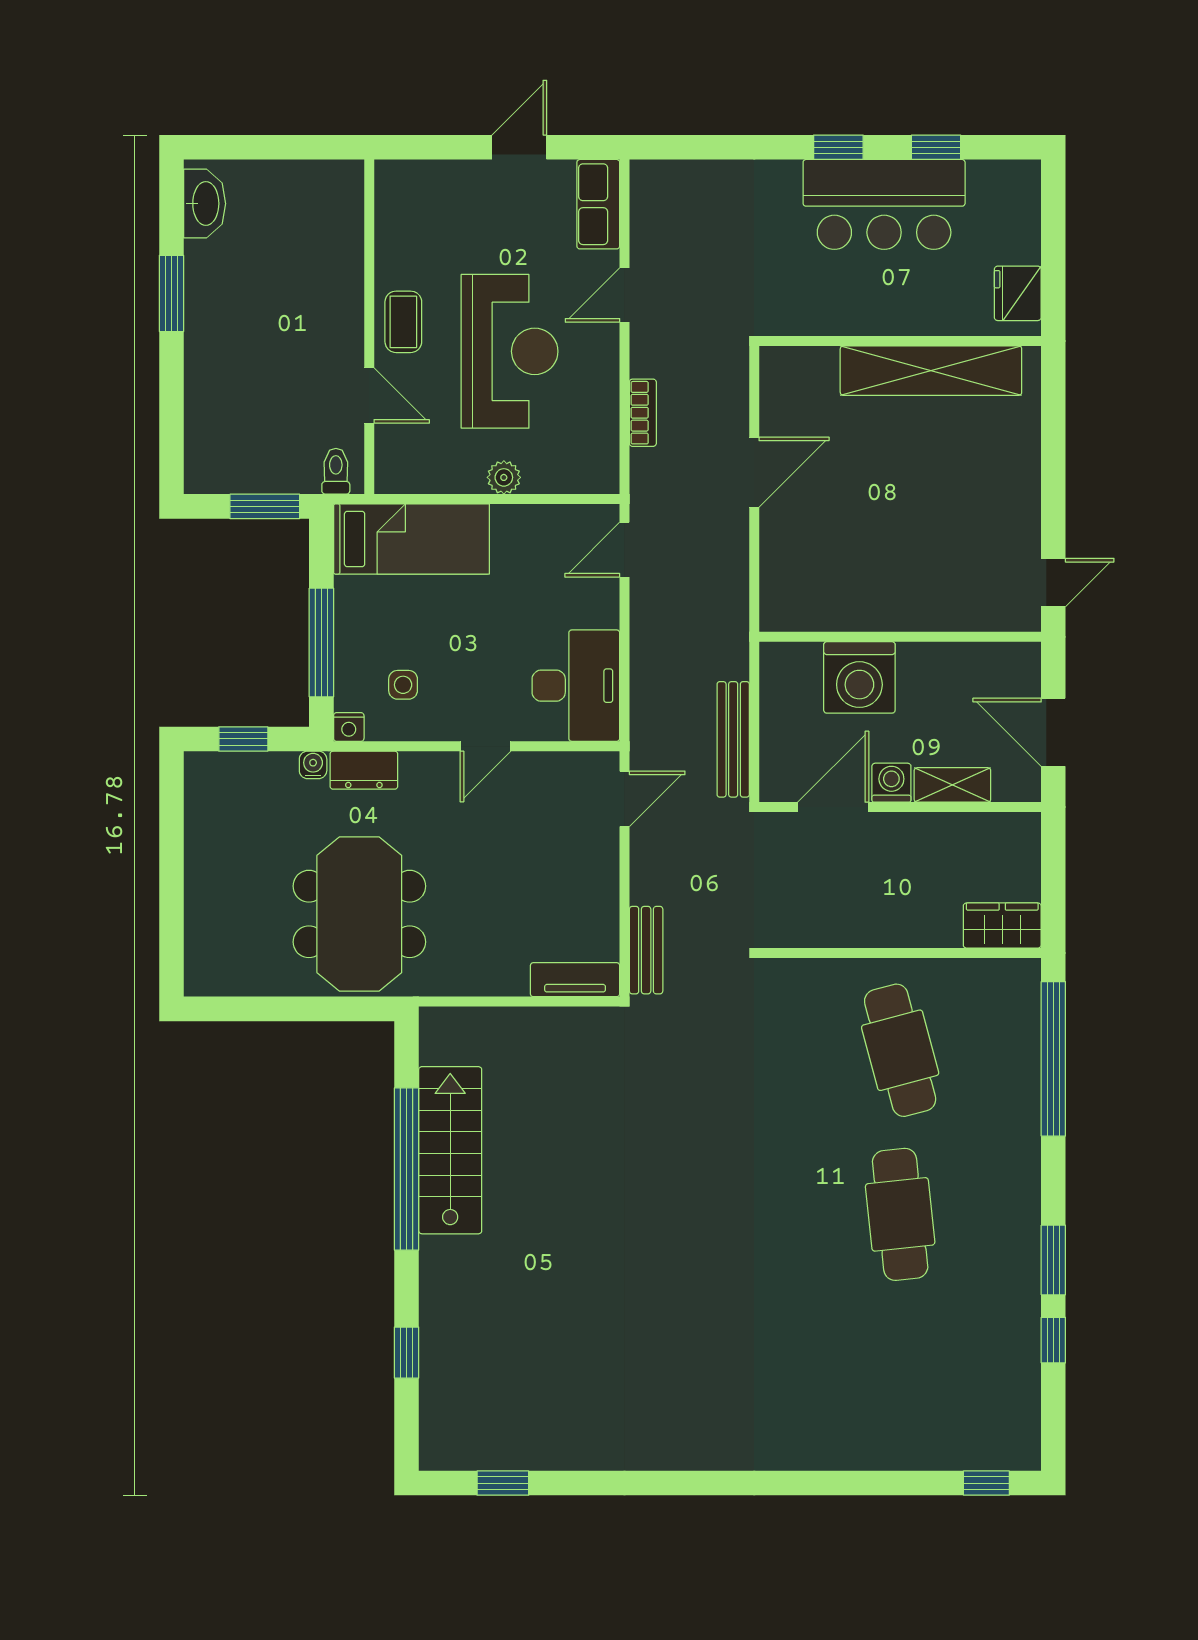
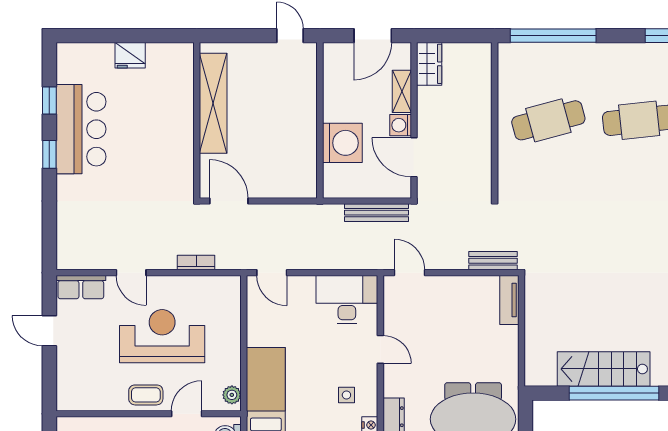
wall: (900, 341) -> (197, 120), moved
shelving: (931, 371) -> (213, 103), moved
plant: (504, 477) -> (232, 395), moved
wardrobe: (1002, 926) -> (429, 64), moved, turned 180

